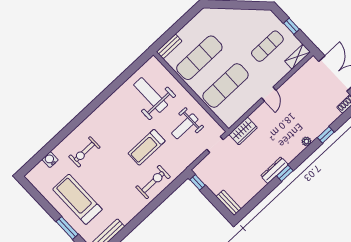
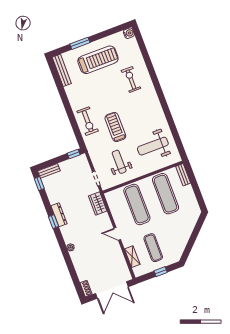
shelving: (298, 57) -> (132, 257), moved
weight bench: (151, 95) -> (153, 146), turned 180
window: (326, 135) -> (39, 184), moved
water cooler: (50, 160) -> (129, 33), moved

